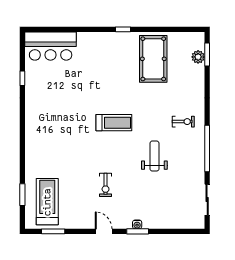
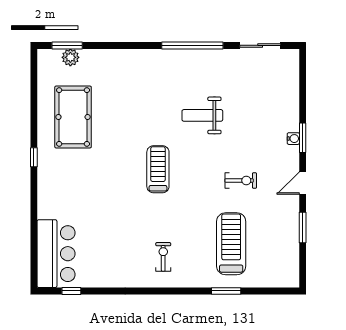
pool table: (153, 59) -> (73, 117), turned 90
window: (22, 78) -> (71, 291), moved
exercise bike: (183, 122) -> (163, 257), moved
window: (22, 195) -> (226, 291), moved
treadmill: (47, 202) -> (231, 244), moved, turned 90
window: (53, 231) -> (303, 228), moved

